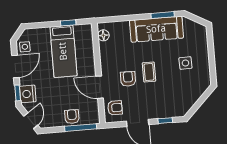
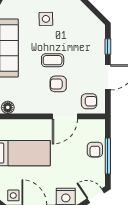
armchair: (115, 108) -> (89, 101), turned 90
armchair: (72, 117) -> (95, 150), turned -90
window: (81, 128) -> (108, 156), moved

